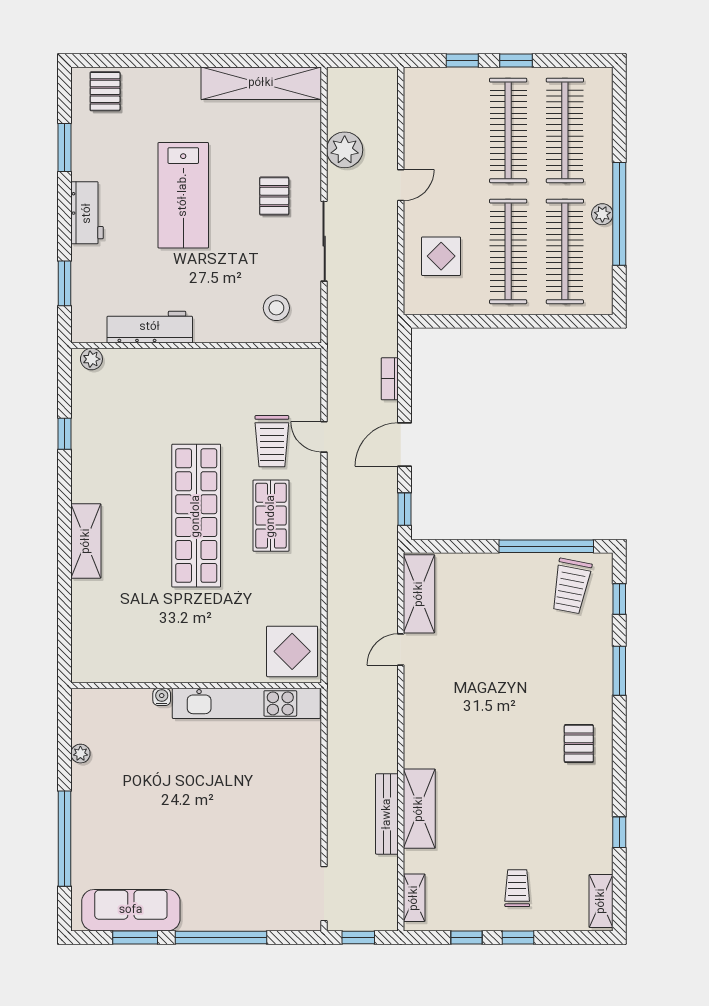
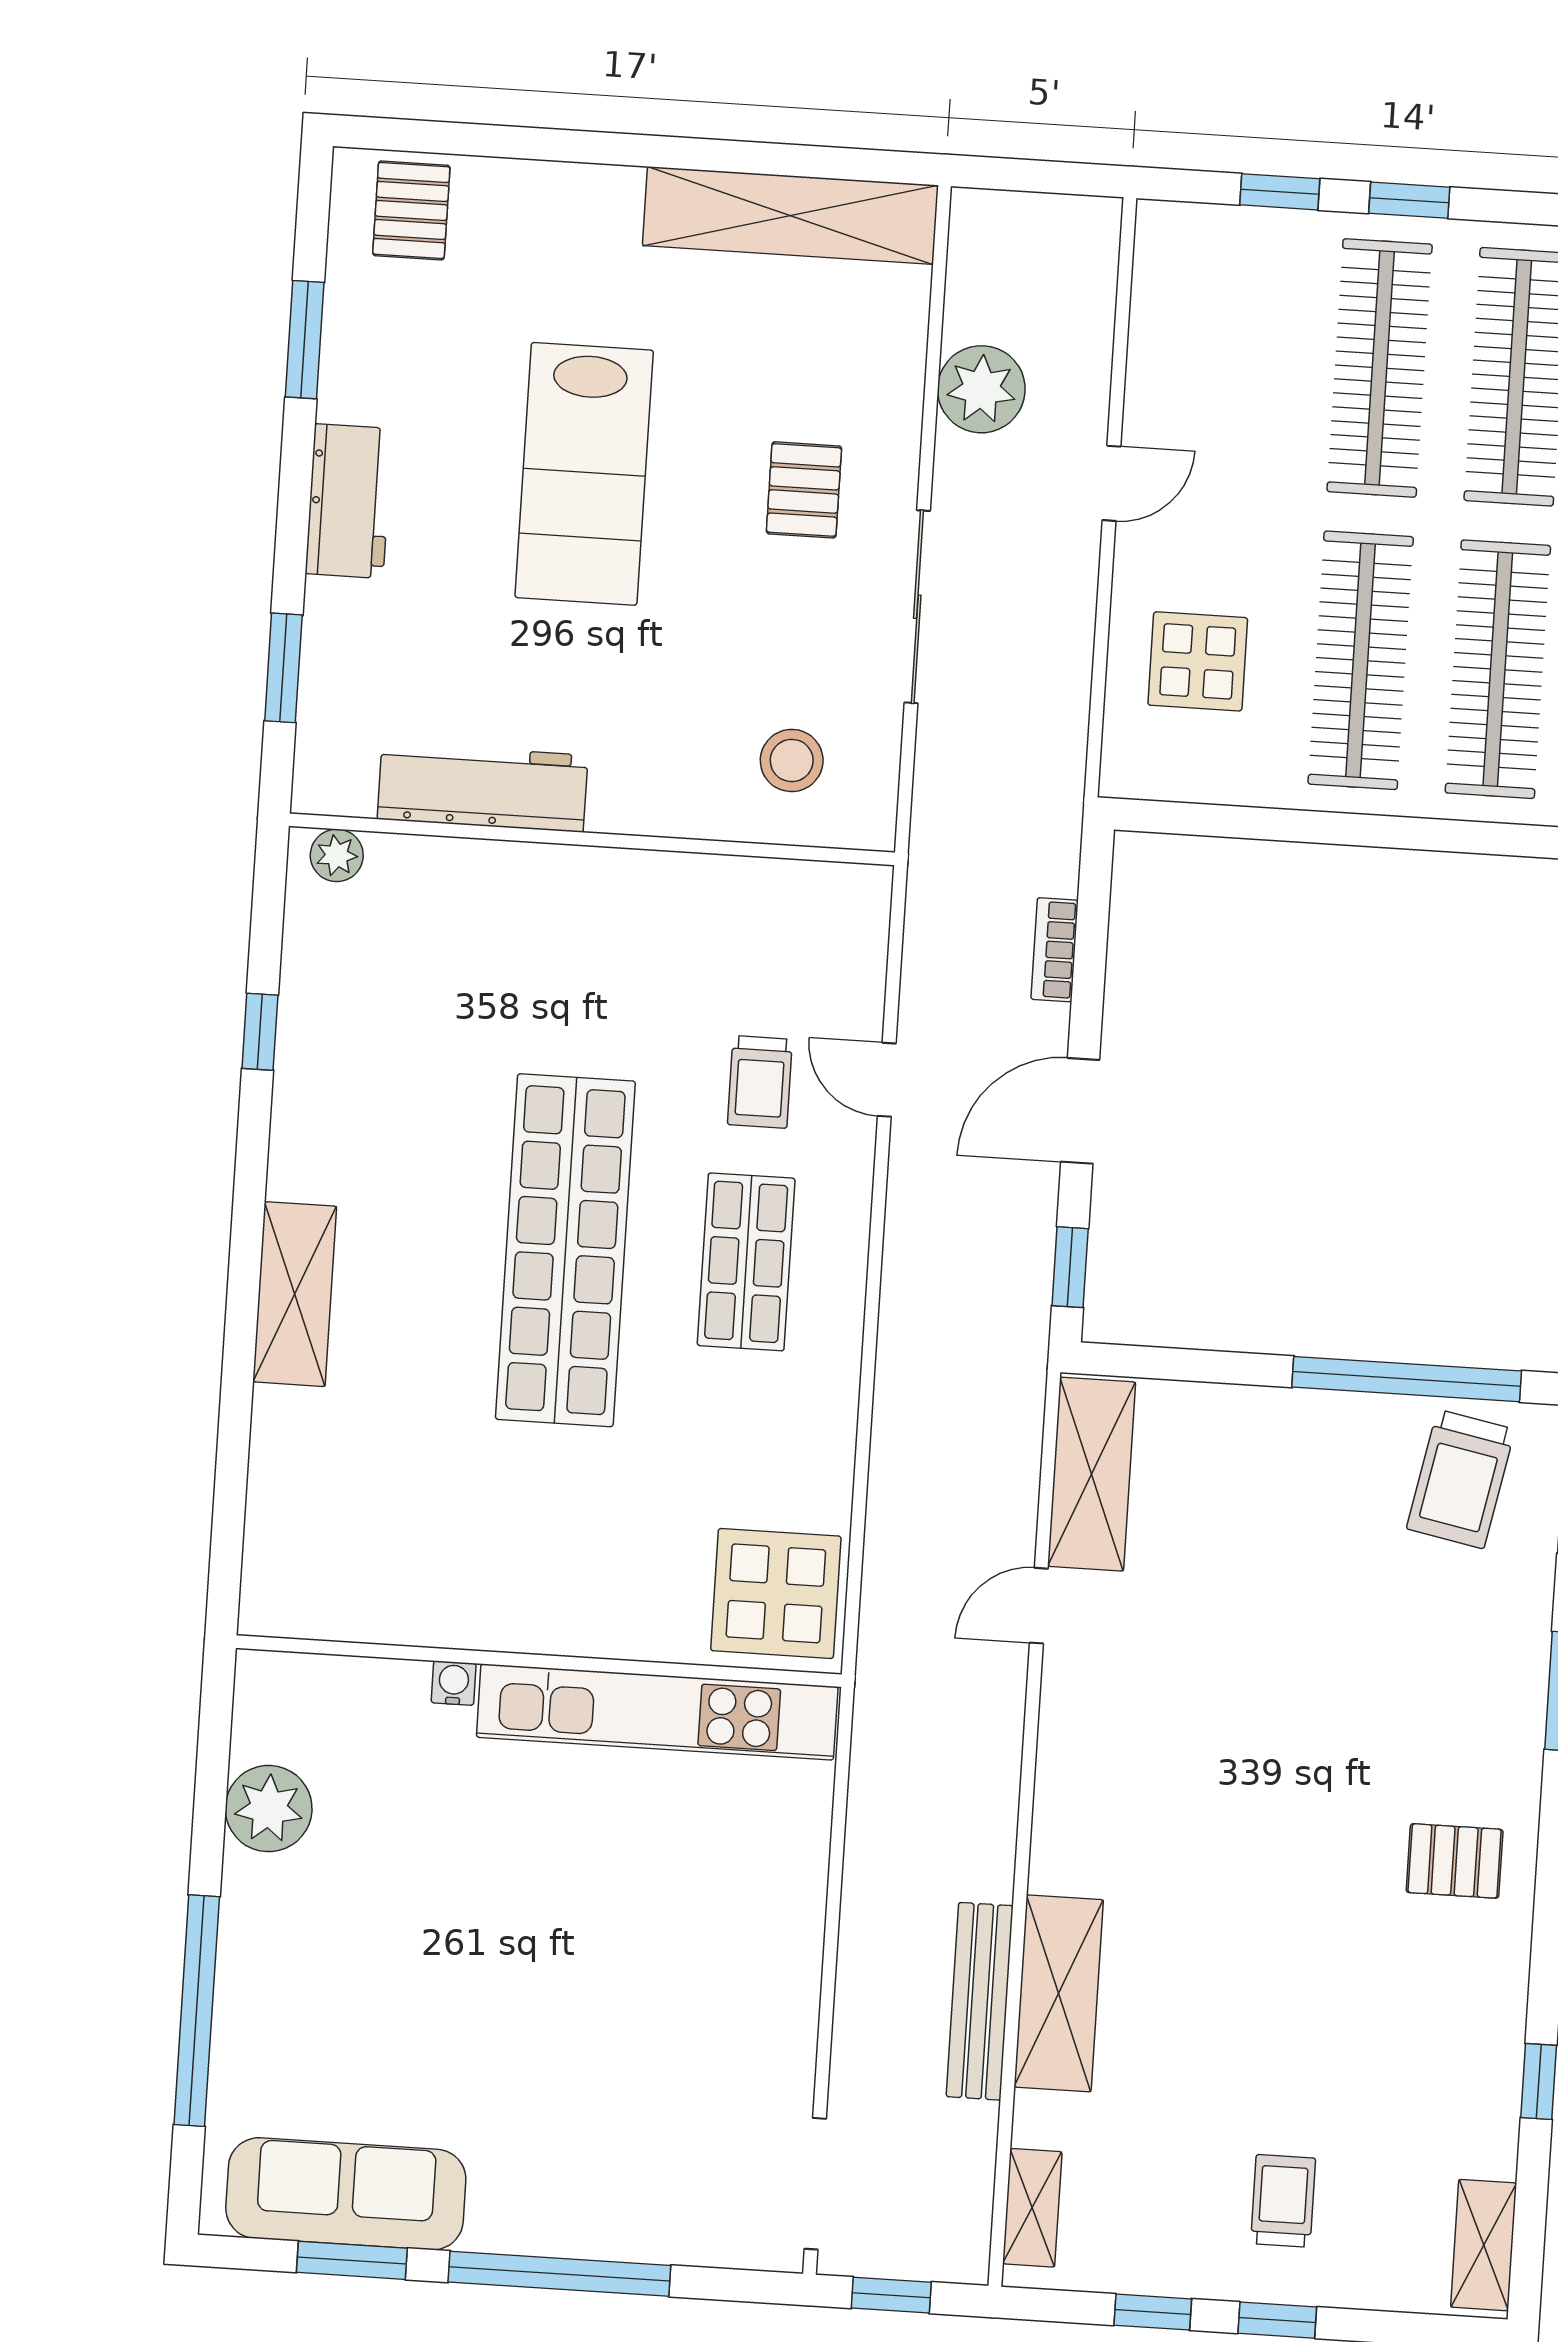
trolley: (272, 441) -> (760, 1082), width x0.73, depth x0.72
pallet: (579, 744) -> (1455, 1861), turned 90
plant: (80, 754) -> (269, 1809), width x1.88, depth x1.88

